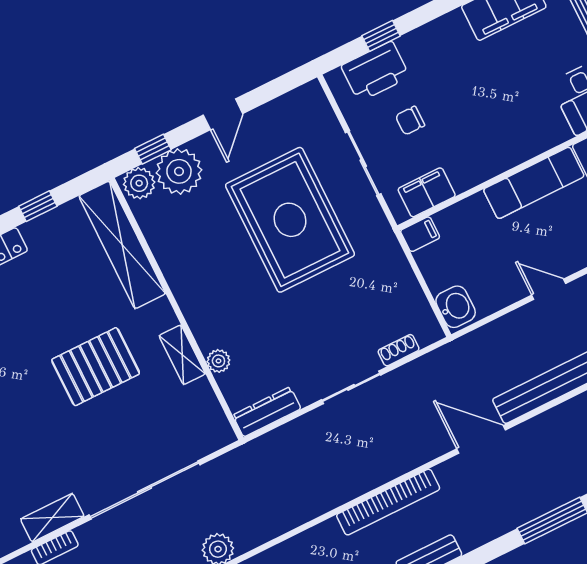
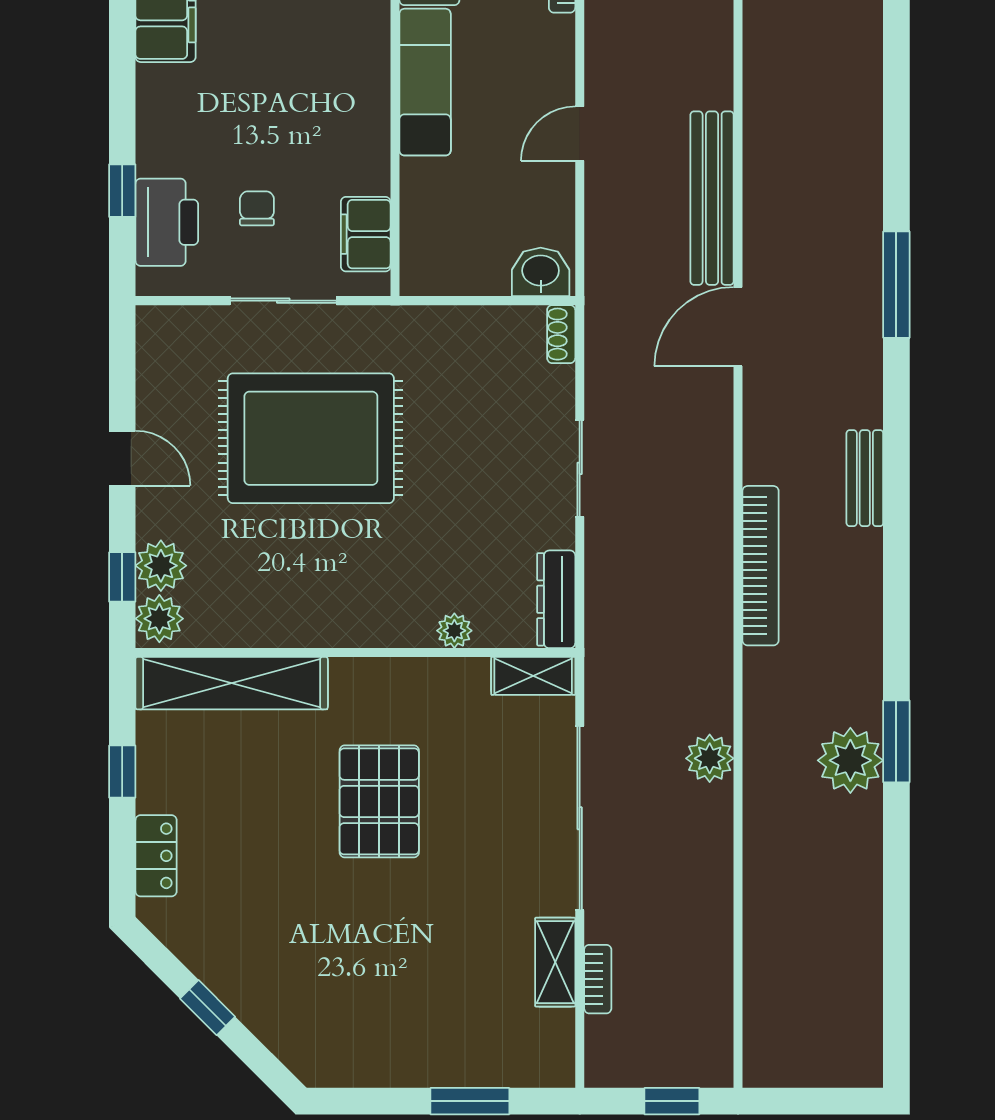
chair: (410, 121) -> (257, 208), turned 180
plant: (179, 171) -> (161, 566), width x0.73, depth x0.73
filing cabinet: (420, 234) -> (418, 271), removed
shoe rack: (399, 350) -> (561, 334), moved
shelving: (182, 355) -> (533, 676), moved
bookcase: (388, 502) -> (760, 566), moved

